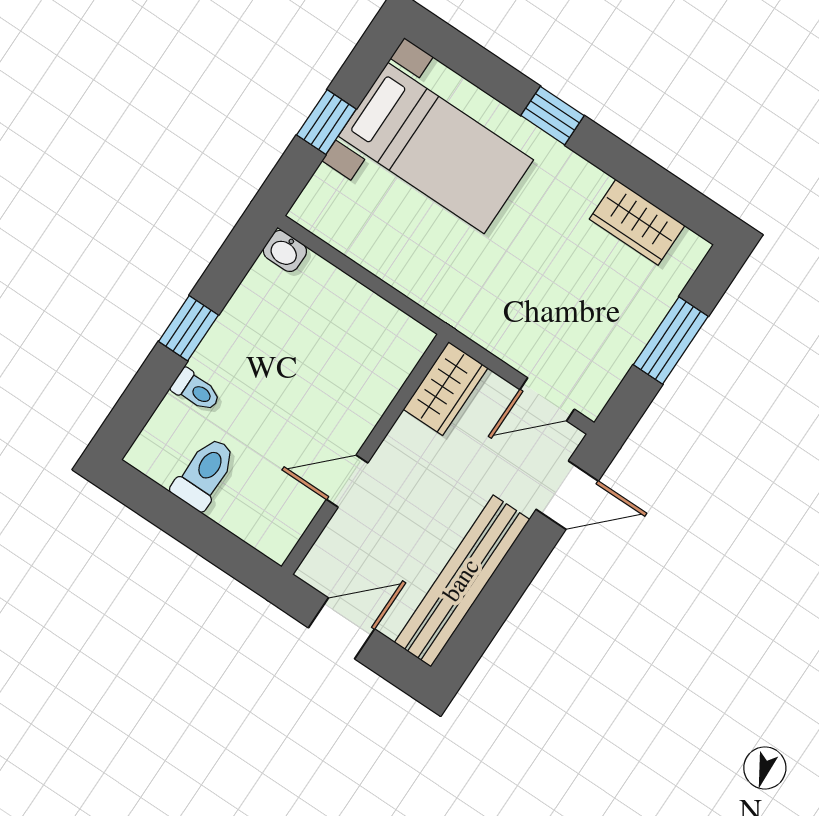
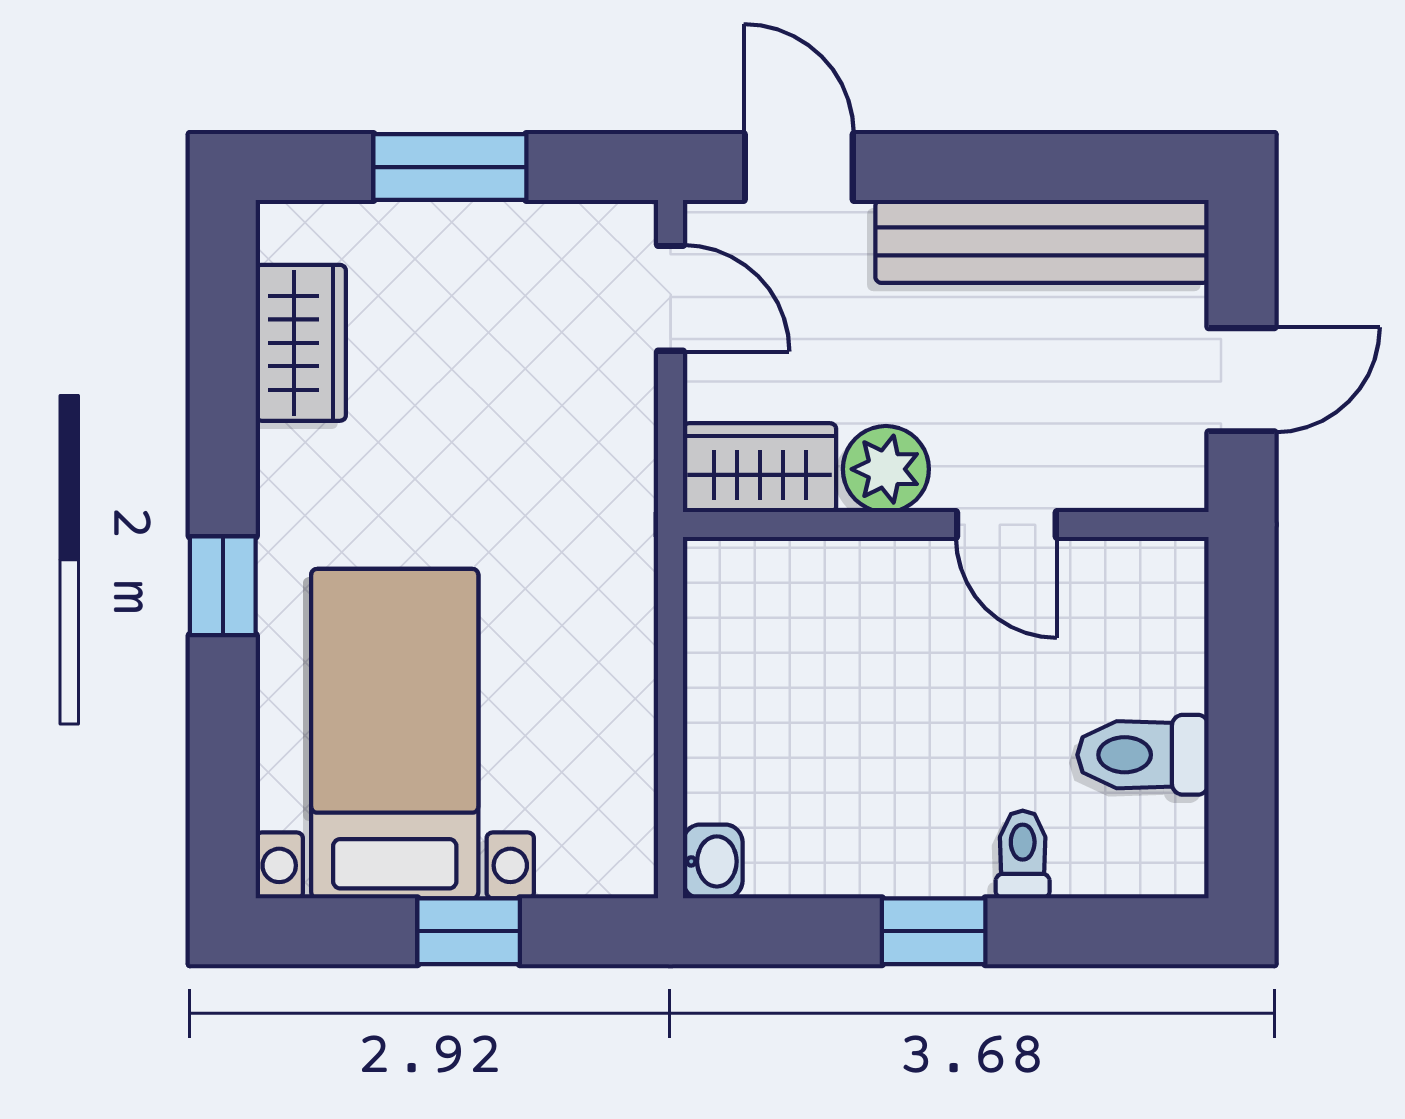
plant: (407, 444) -> (886, 469), added
door: (342, 628) -> (1242, 380), swing flipped

